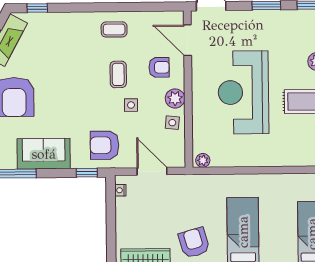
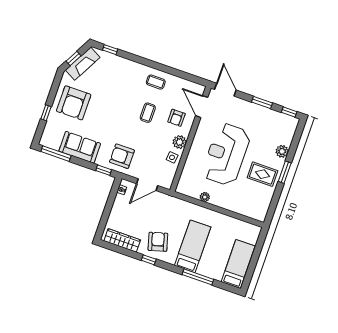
armchair: (159, 67) -> (176, 118), turned 90
side table: (131, 105) -> (149, 136), removed
plant: (203, 160) -> (205, 197), moved
door: (152, 171) -> (147, 185), swing flipped

